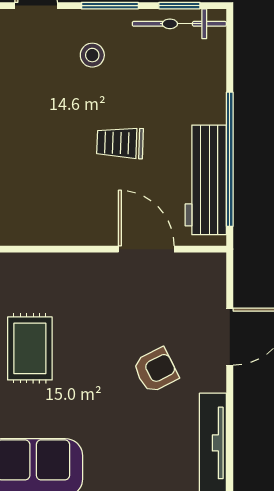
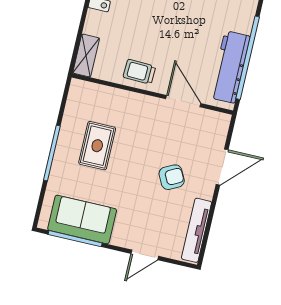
trolley: (120, 143) -> (139, 72), moved

